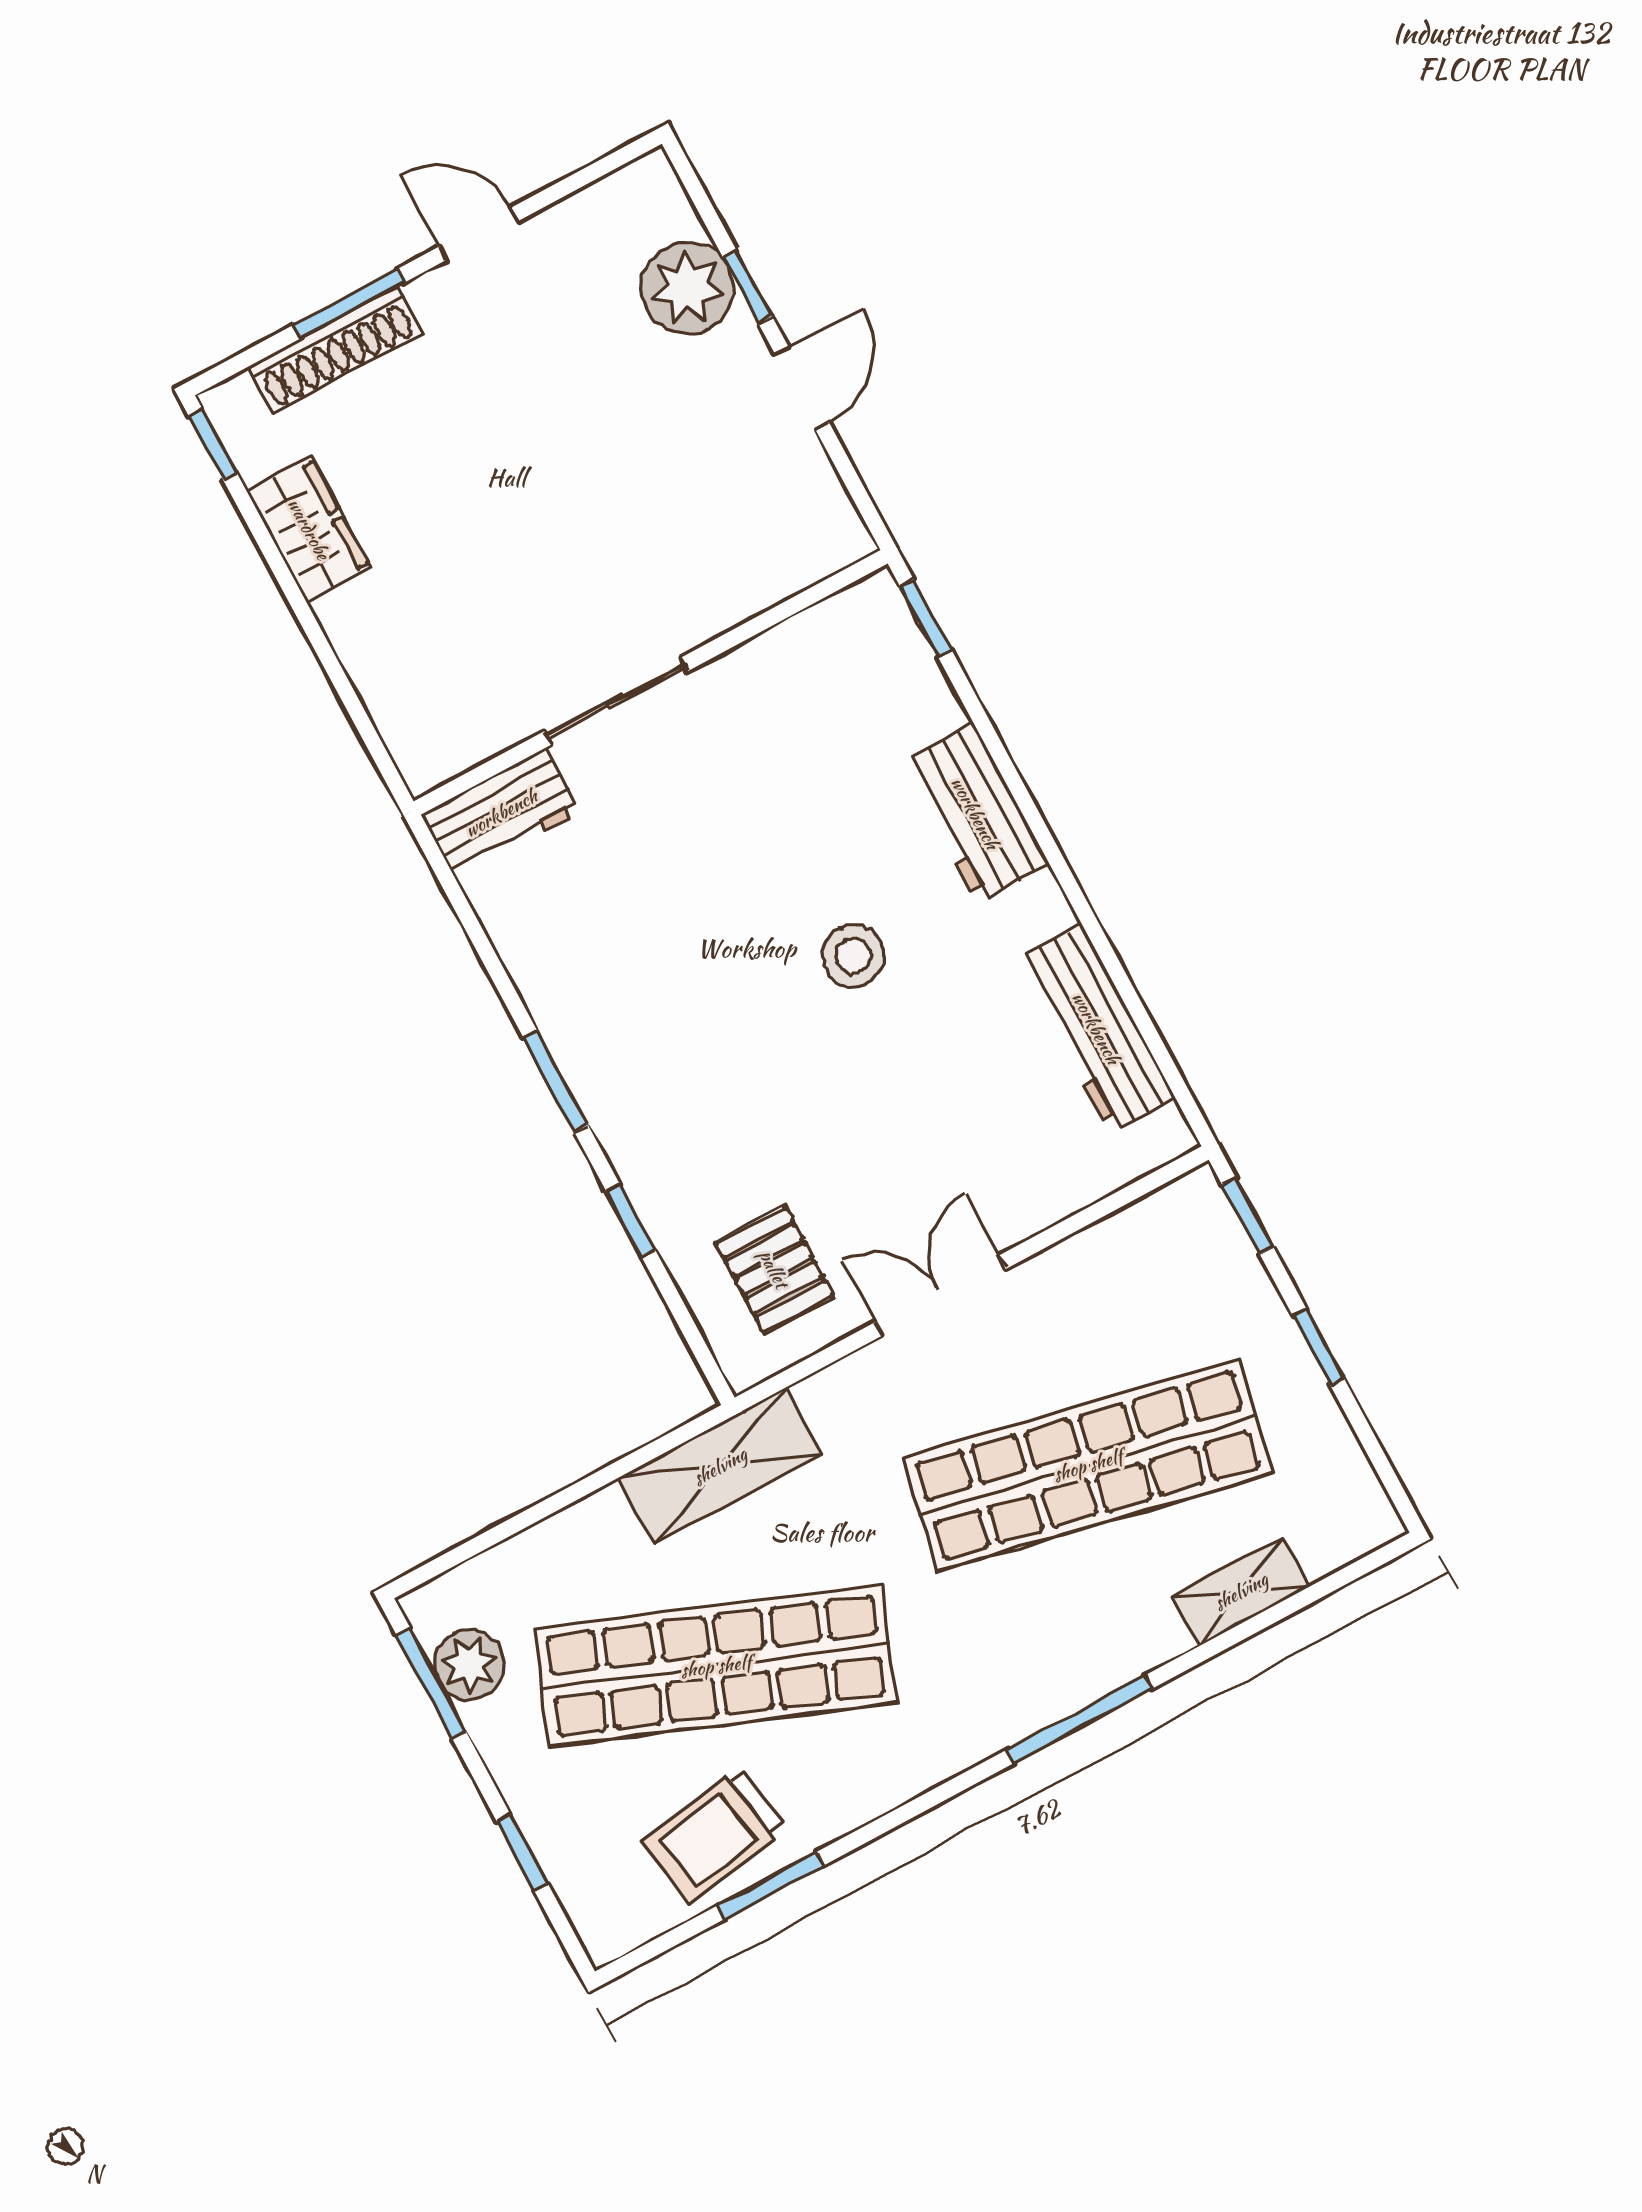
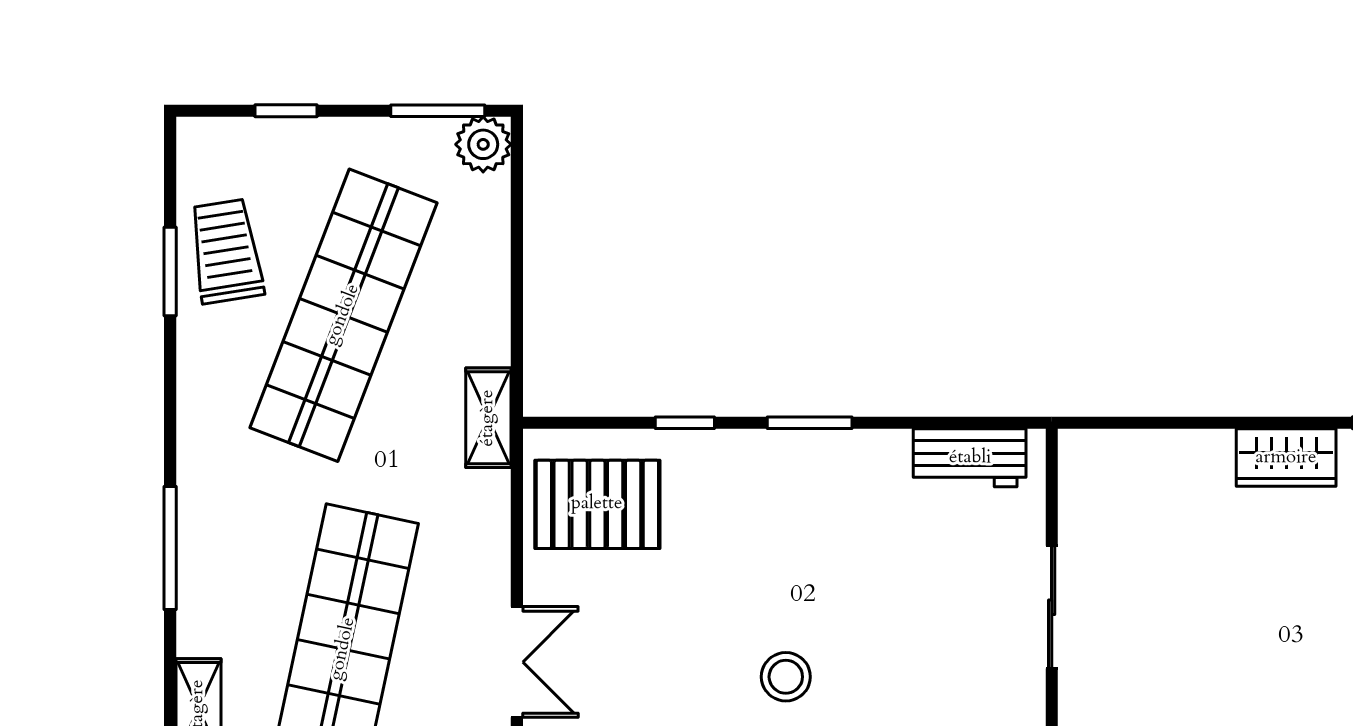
workbench: (501, 813) -> (970, 458), moved, turned -90
pallet: (774, 1269) -> (597, 504), width x1.50, depth x1.42
double door: (941, 1295) -> (517, 662), moved
shelving: (720, 1466) -> (488, 418), width x0.67, depth x0.75
plant: (469, 1665) -> (483, 144), moved

